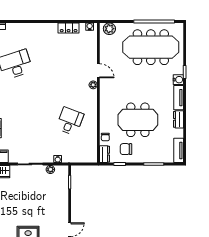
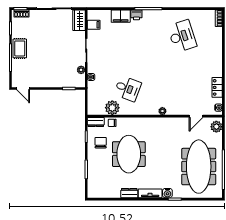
door: (98, 71) -> (196, 116), moved
plant: (90, 137) -> (112, 108), added
tv unit: (179, 150) -> (99, 193), removed

